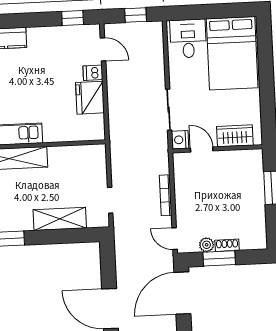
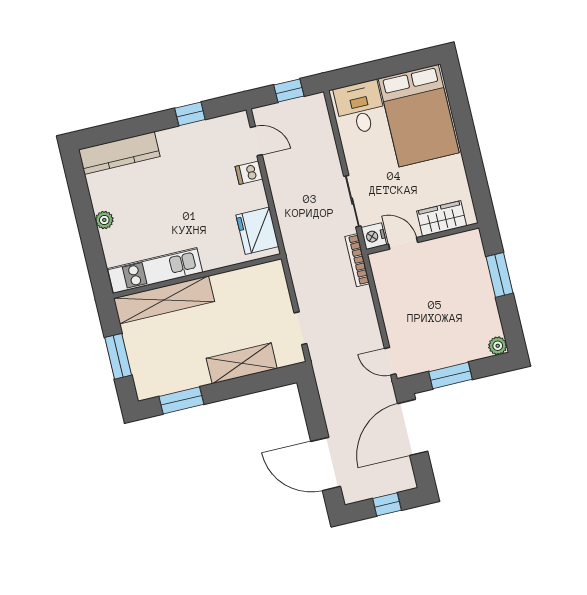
window: (73, 18) -> (190, 114), moved
fridge: (90, 98) -> (257, 231), moved
bookcase: (166, 195) -> (357, 260), moved
plant: (207, 245) -> (498, 346), moved
shoe rack: (227, 245) -> (457, 357), removed

